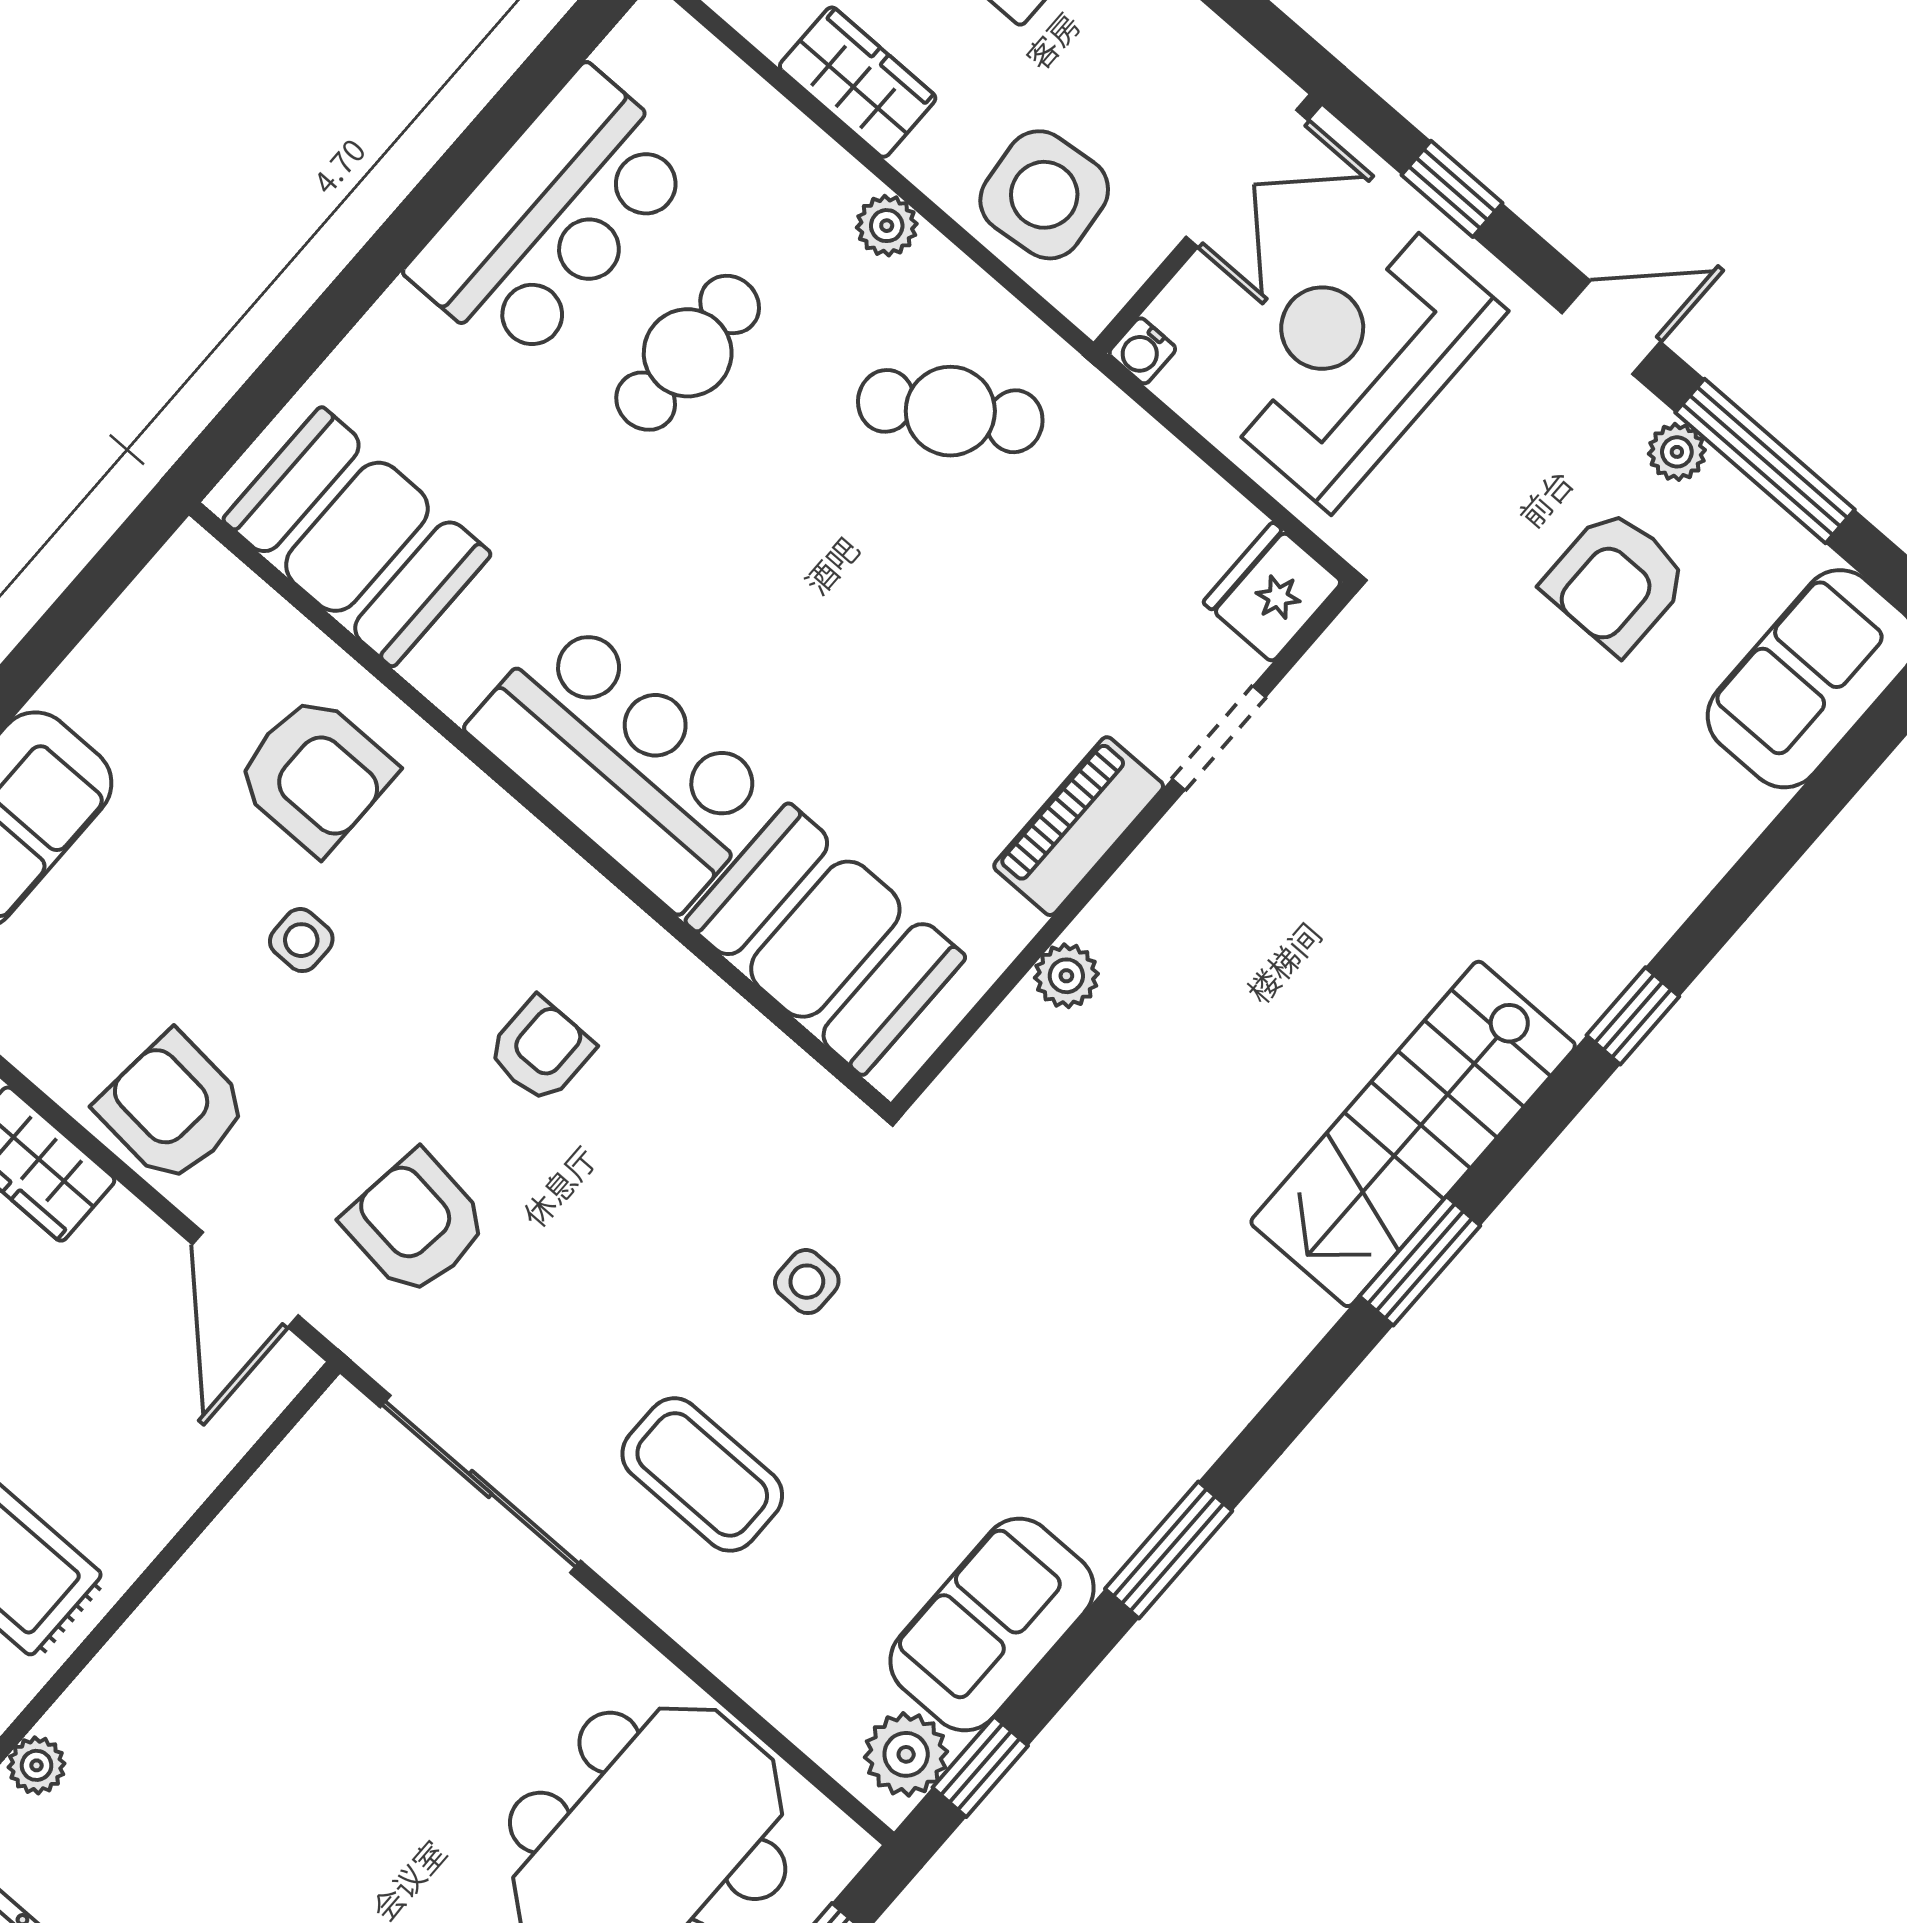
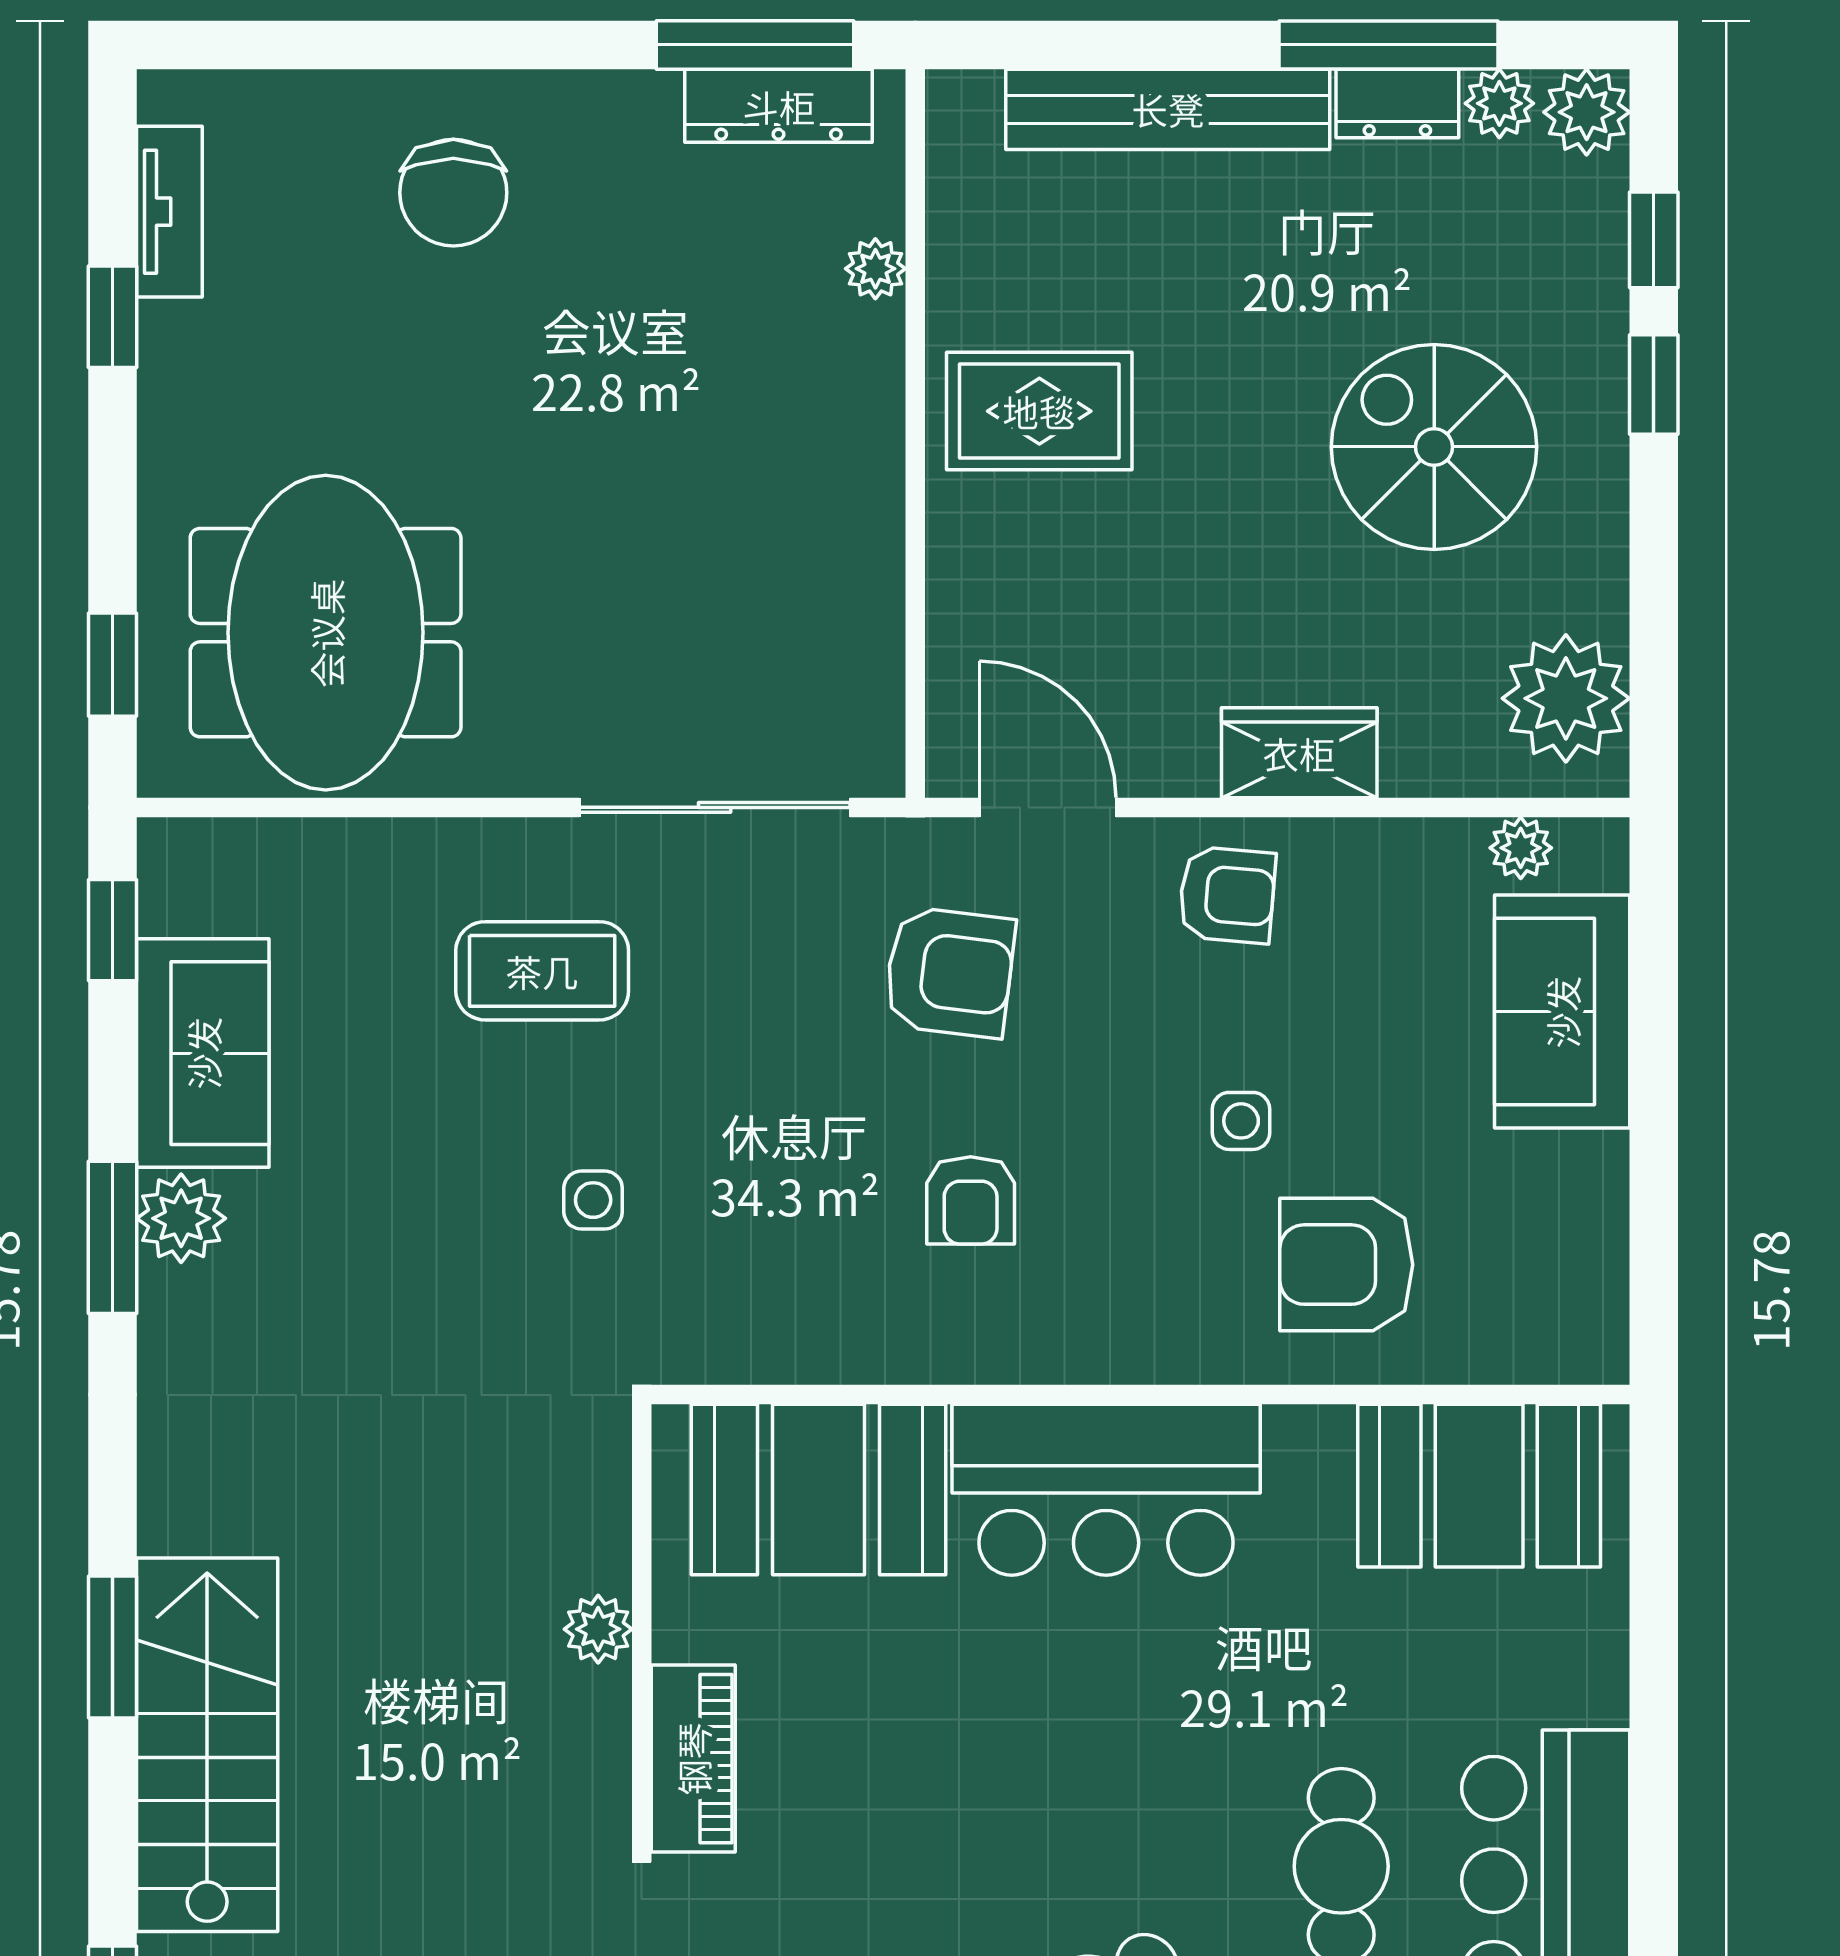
armchair: (172, 1108) -> (1227, 895), width x0.72, depth x0.72
plant: (906, 1754) -> (181, 1218), moved

